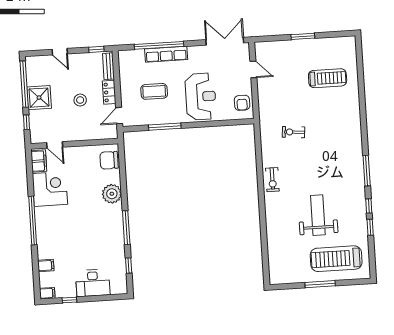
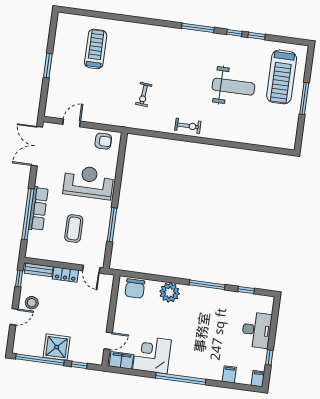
stool: (80, 100) -> (32, 303), moved
weight bench: (318, 215) -> (233, 87), turned 180

